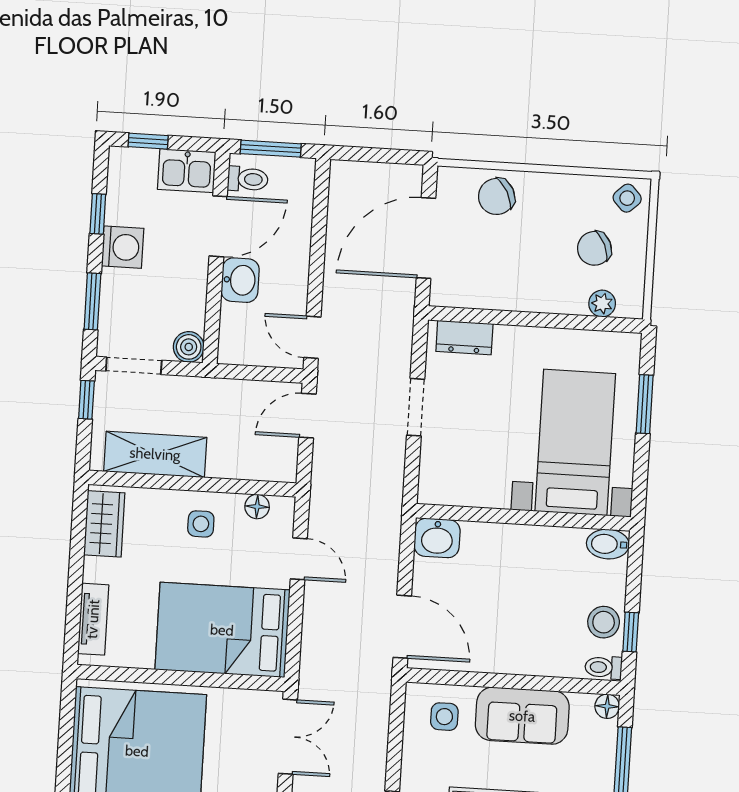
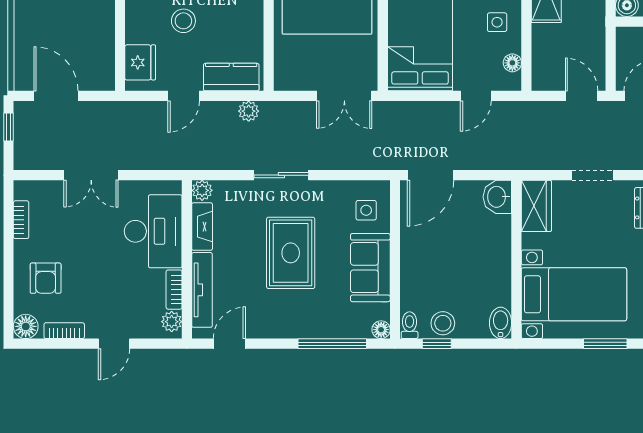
wardrobe: (453, 486) -> (536, 206), added

